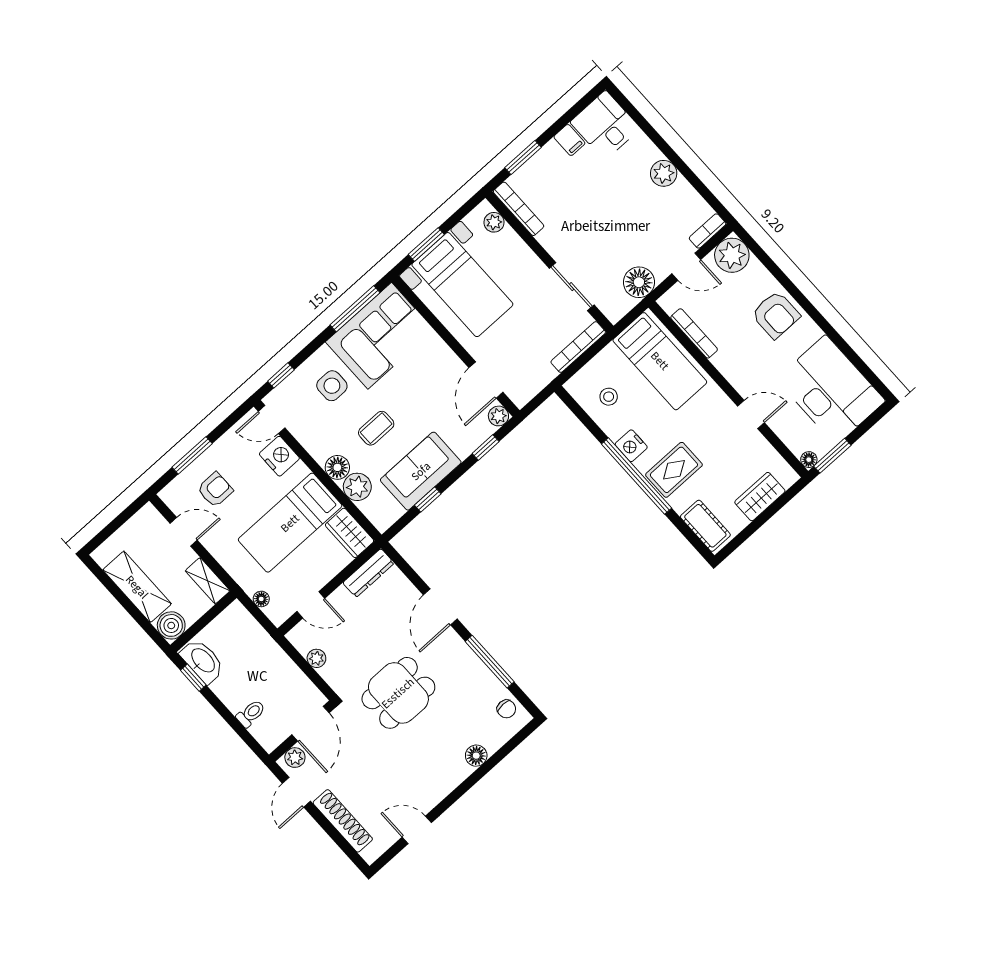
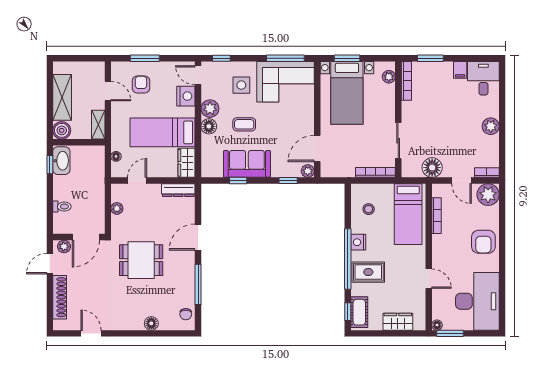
plant: (357, 487) -> (210, 109), moved
armchair: (215, 490) -> (141, 85), turned -90
window: (692, 537) -> (348, 312), added
door: (311, 605) -> (137, 180), swing flipped

